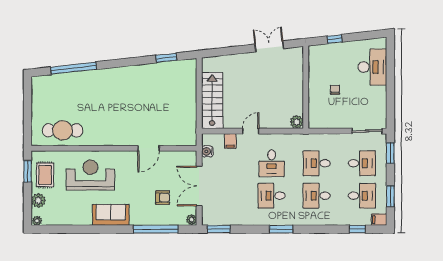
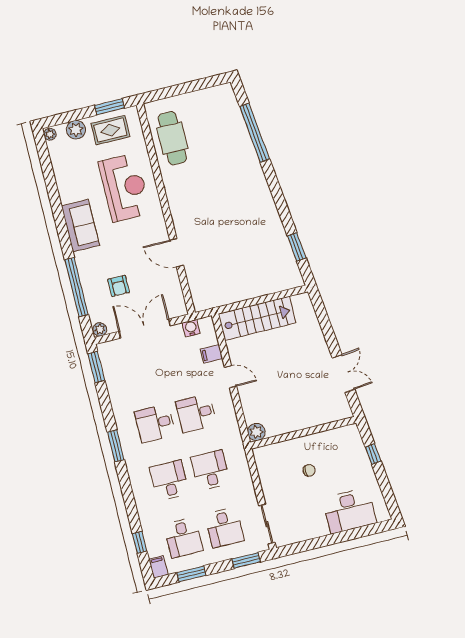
desk: (272, 196) -> (155, 423), turned -90

